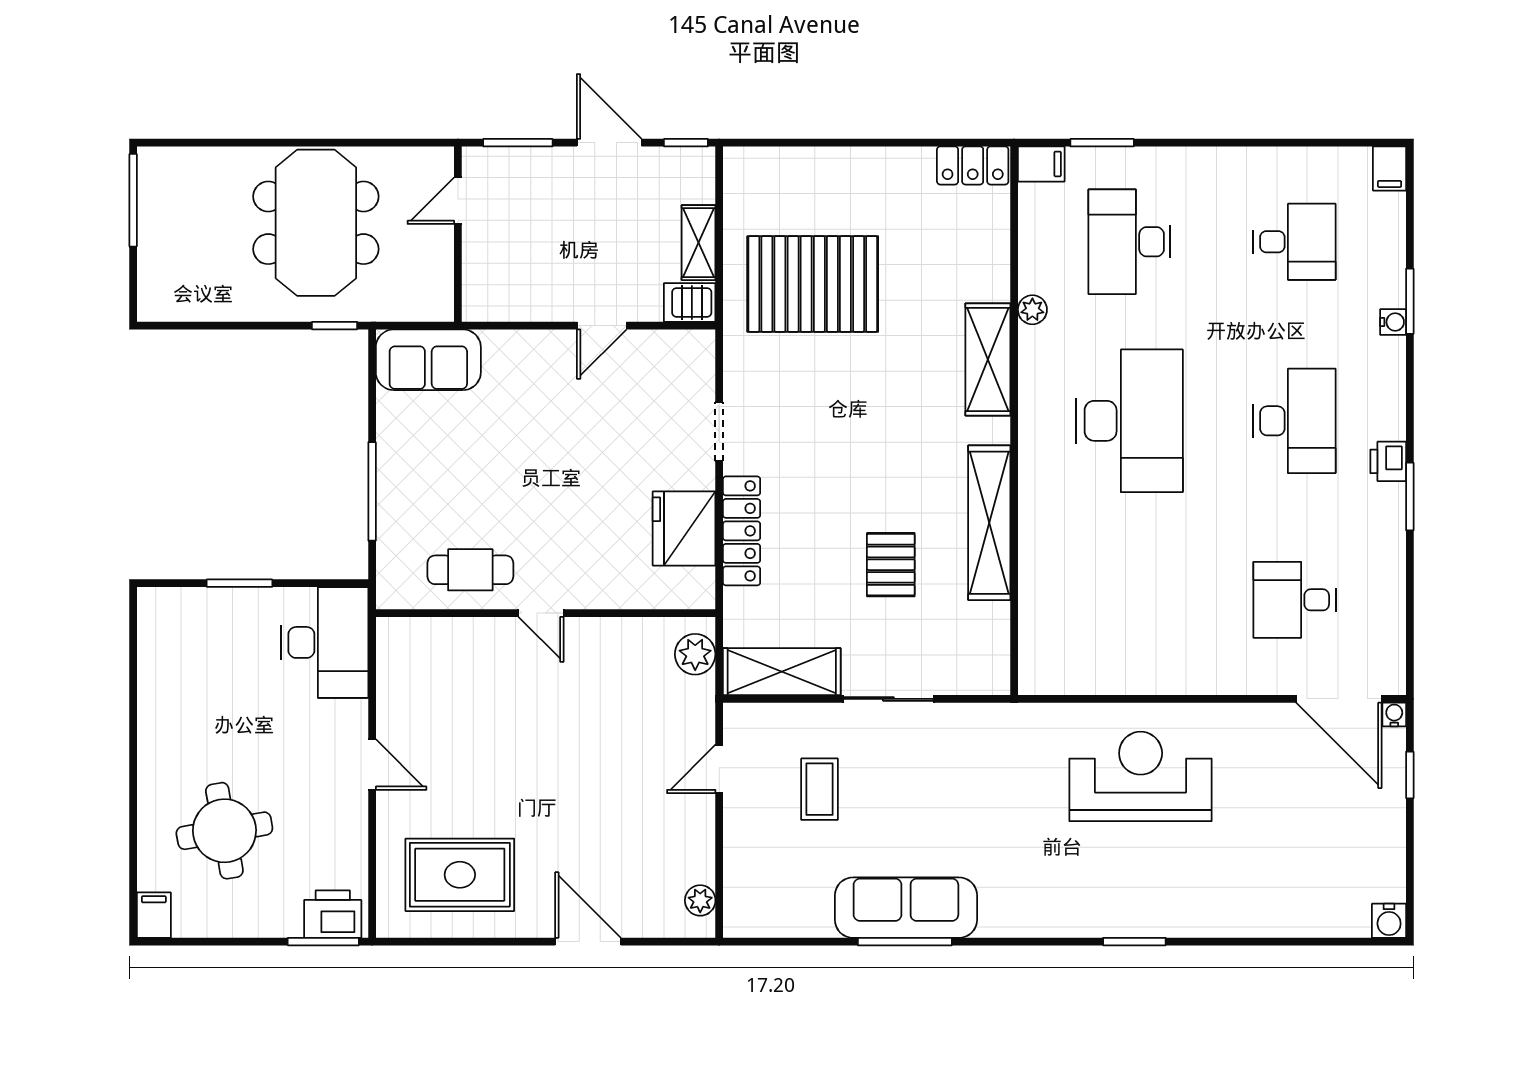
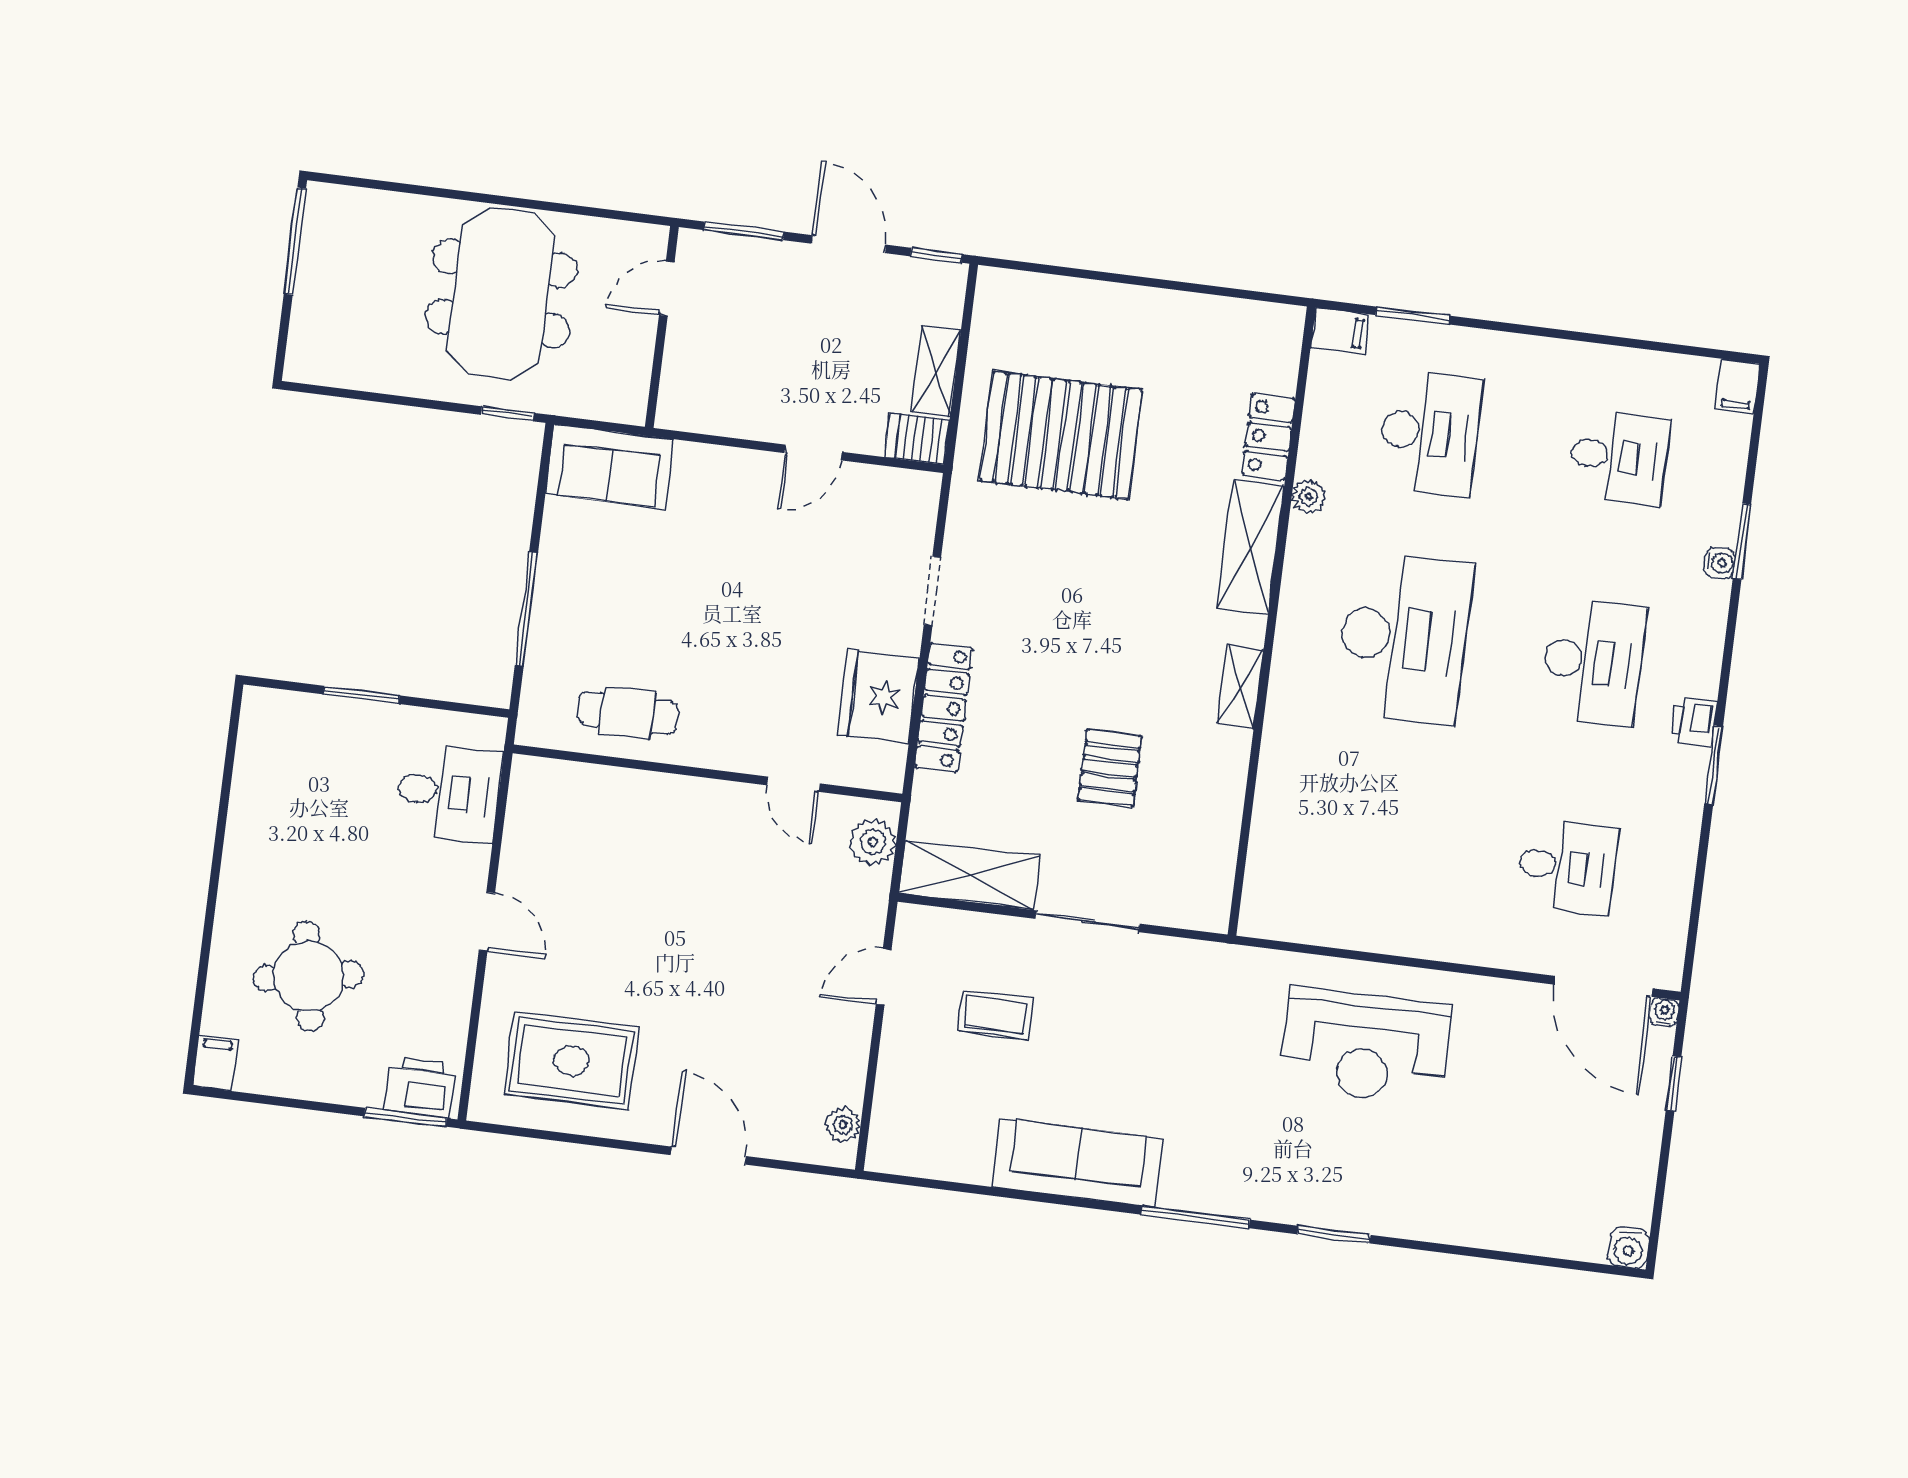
locker: (973, 165) -> (1268, 437), moved, turned 90
desk: (1129, 242) -> (1429, 433), turned 180
shelving: (989, 523) -> (1241, 687), width x0.45, depth x0.75
desk: (1295, 600) -> (1567, 867), turned 180
door: (541, 613) -> (794, 784), moved
desk: (325, 642) -> (448, 792), width x0.73
reception desk: (1141, 776) -> (1365, 1047), turned 180
coffee table: (819, 789) -> (996, 1015), turned 90
window: (905, 942) -> (1195, 1217), moved

